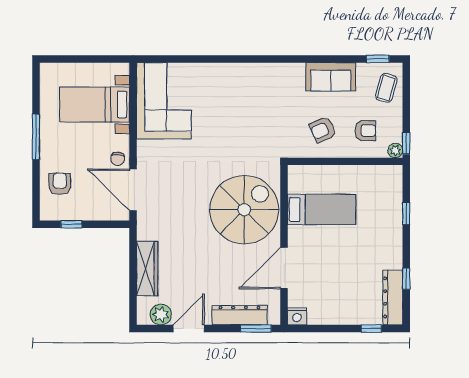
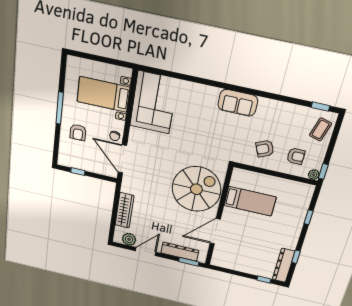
sofa: (331, 77) -> (238, 103), moved
armchair: (60, 184) -> (78, 132), moved, turned 180
nightstand: (297, 316) -> (217, 261), removed

